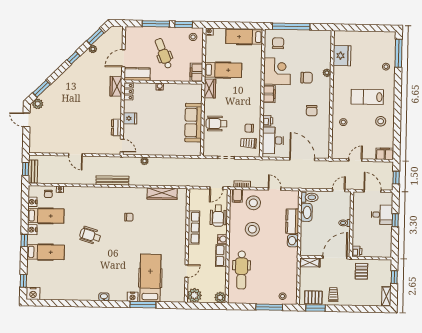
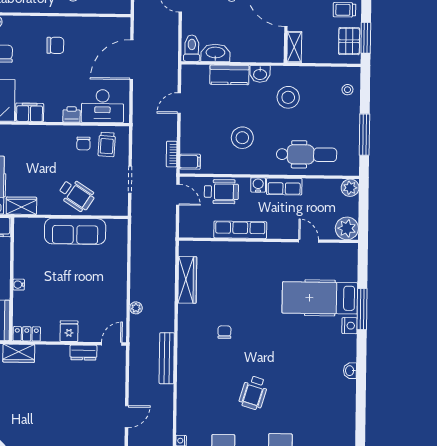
wheelchair: (216, 124) -> (76, 195), turned -57
stool: (253, 203) -> (288, 97), moved
window: (269, 307) -> (364, 135), moved

